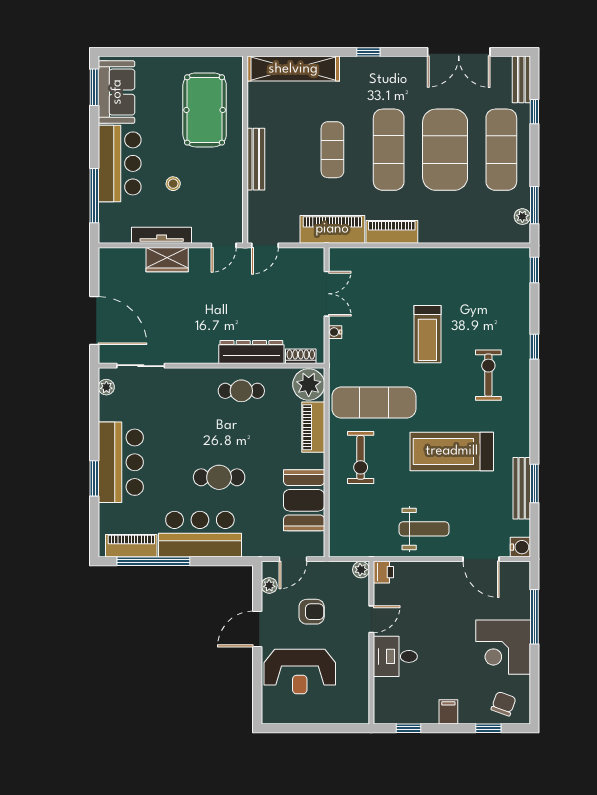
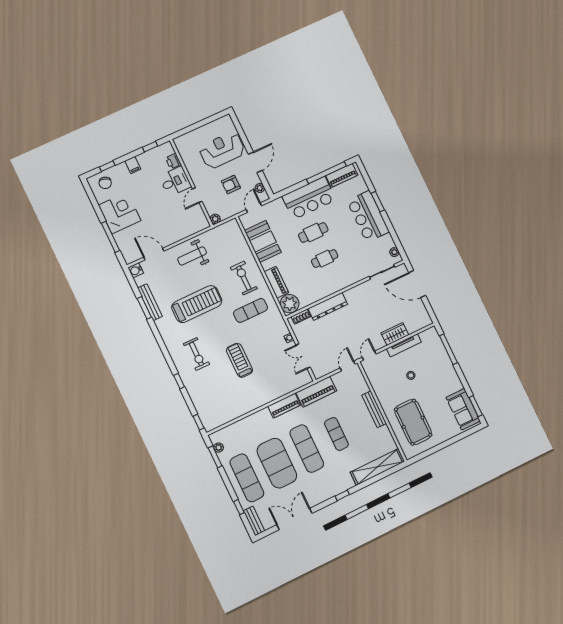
bar counter: (120, 163) -> (444, 373), removed
cafe table: (241, 391) -> (325, 259), moved
exercise mat: (374, 403) -> (251, 310), width x0.73, depth x0.69
printer: (383, 572) -> (173, 161), moved

